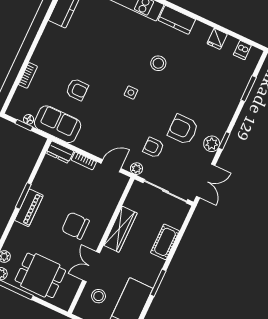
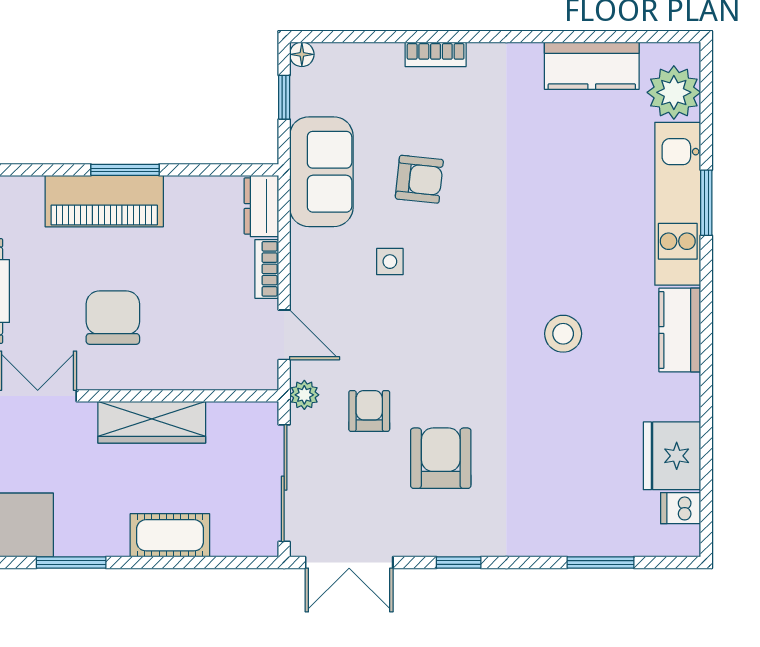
fridge: (217, 39) -> (672, 456), width x1.88, depth x1.34
bookcase: (28, 75) -> (436, 54), moved
armchair: (77, 90) -> (419, 179), turned -84
side table: (131, 93) -> (390, 262), moved
floor lamp: (29, 119) -> (302, 54), moved
plant: (212, 144) -> (438, 537), removed
piano: (29, 208) -> (104, 201), width x1.37, depth x1.33

